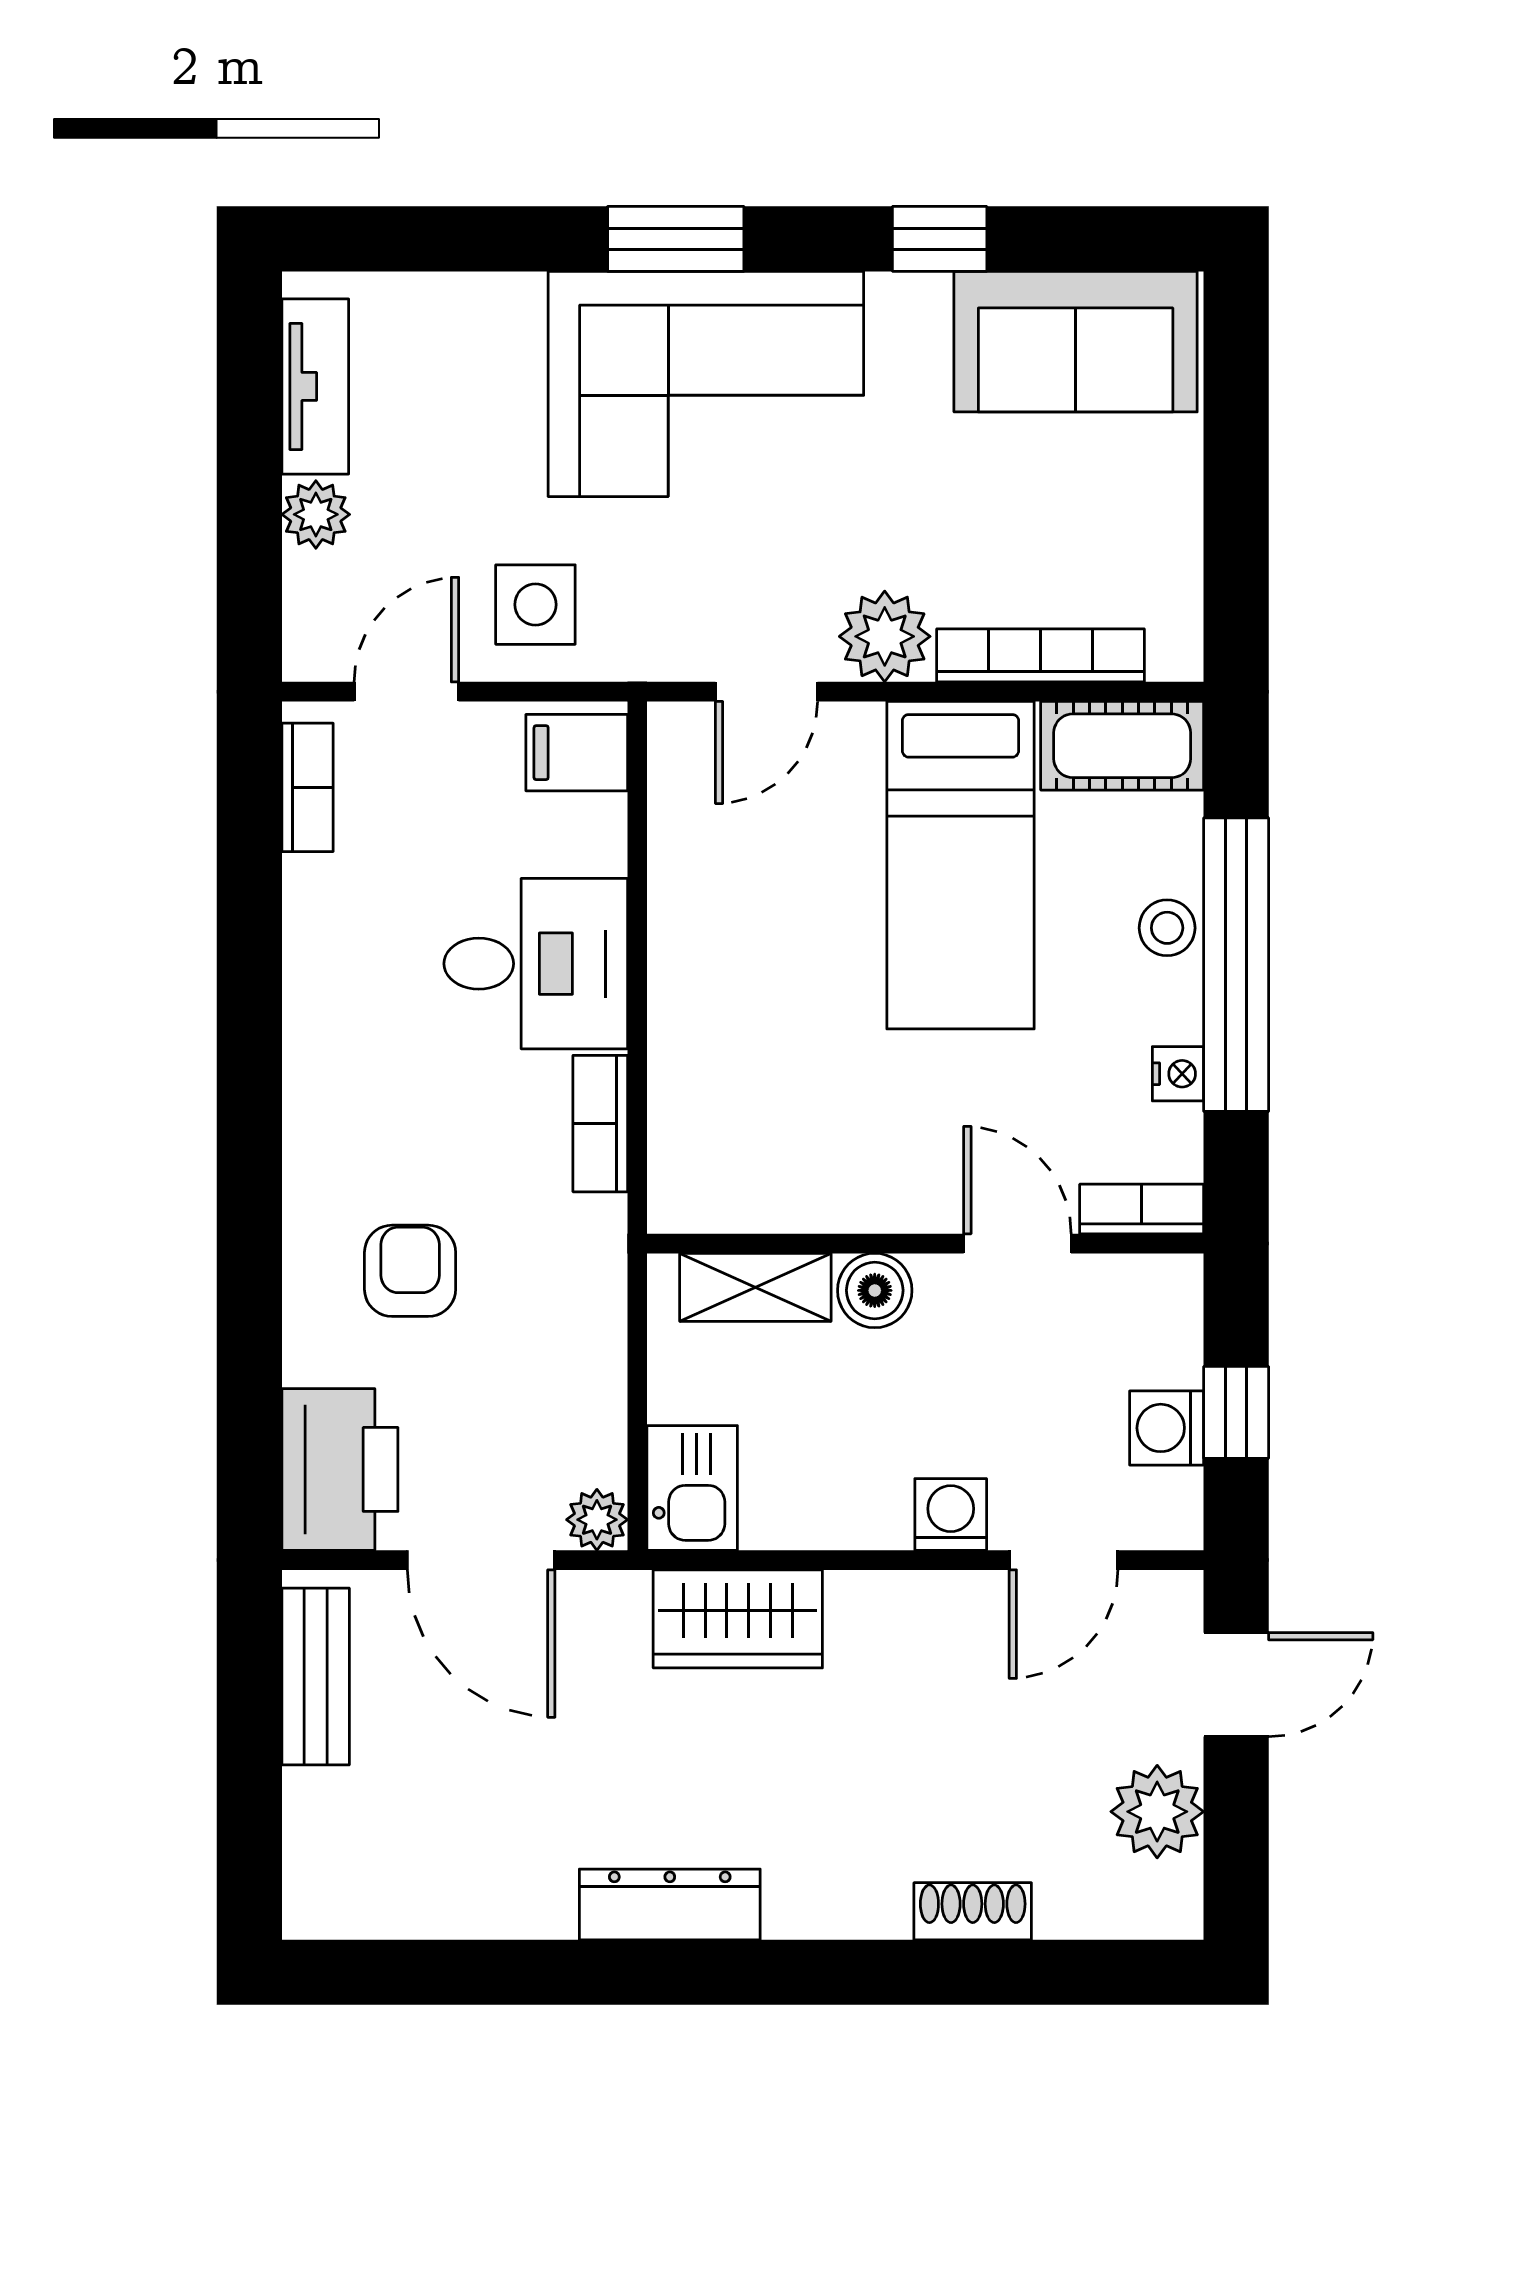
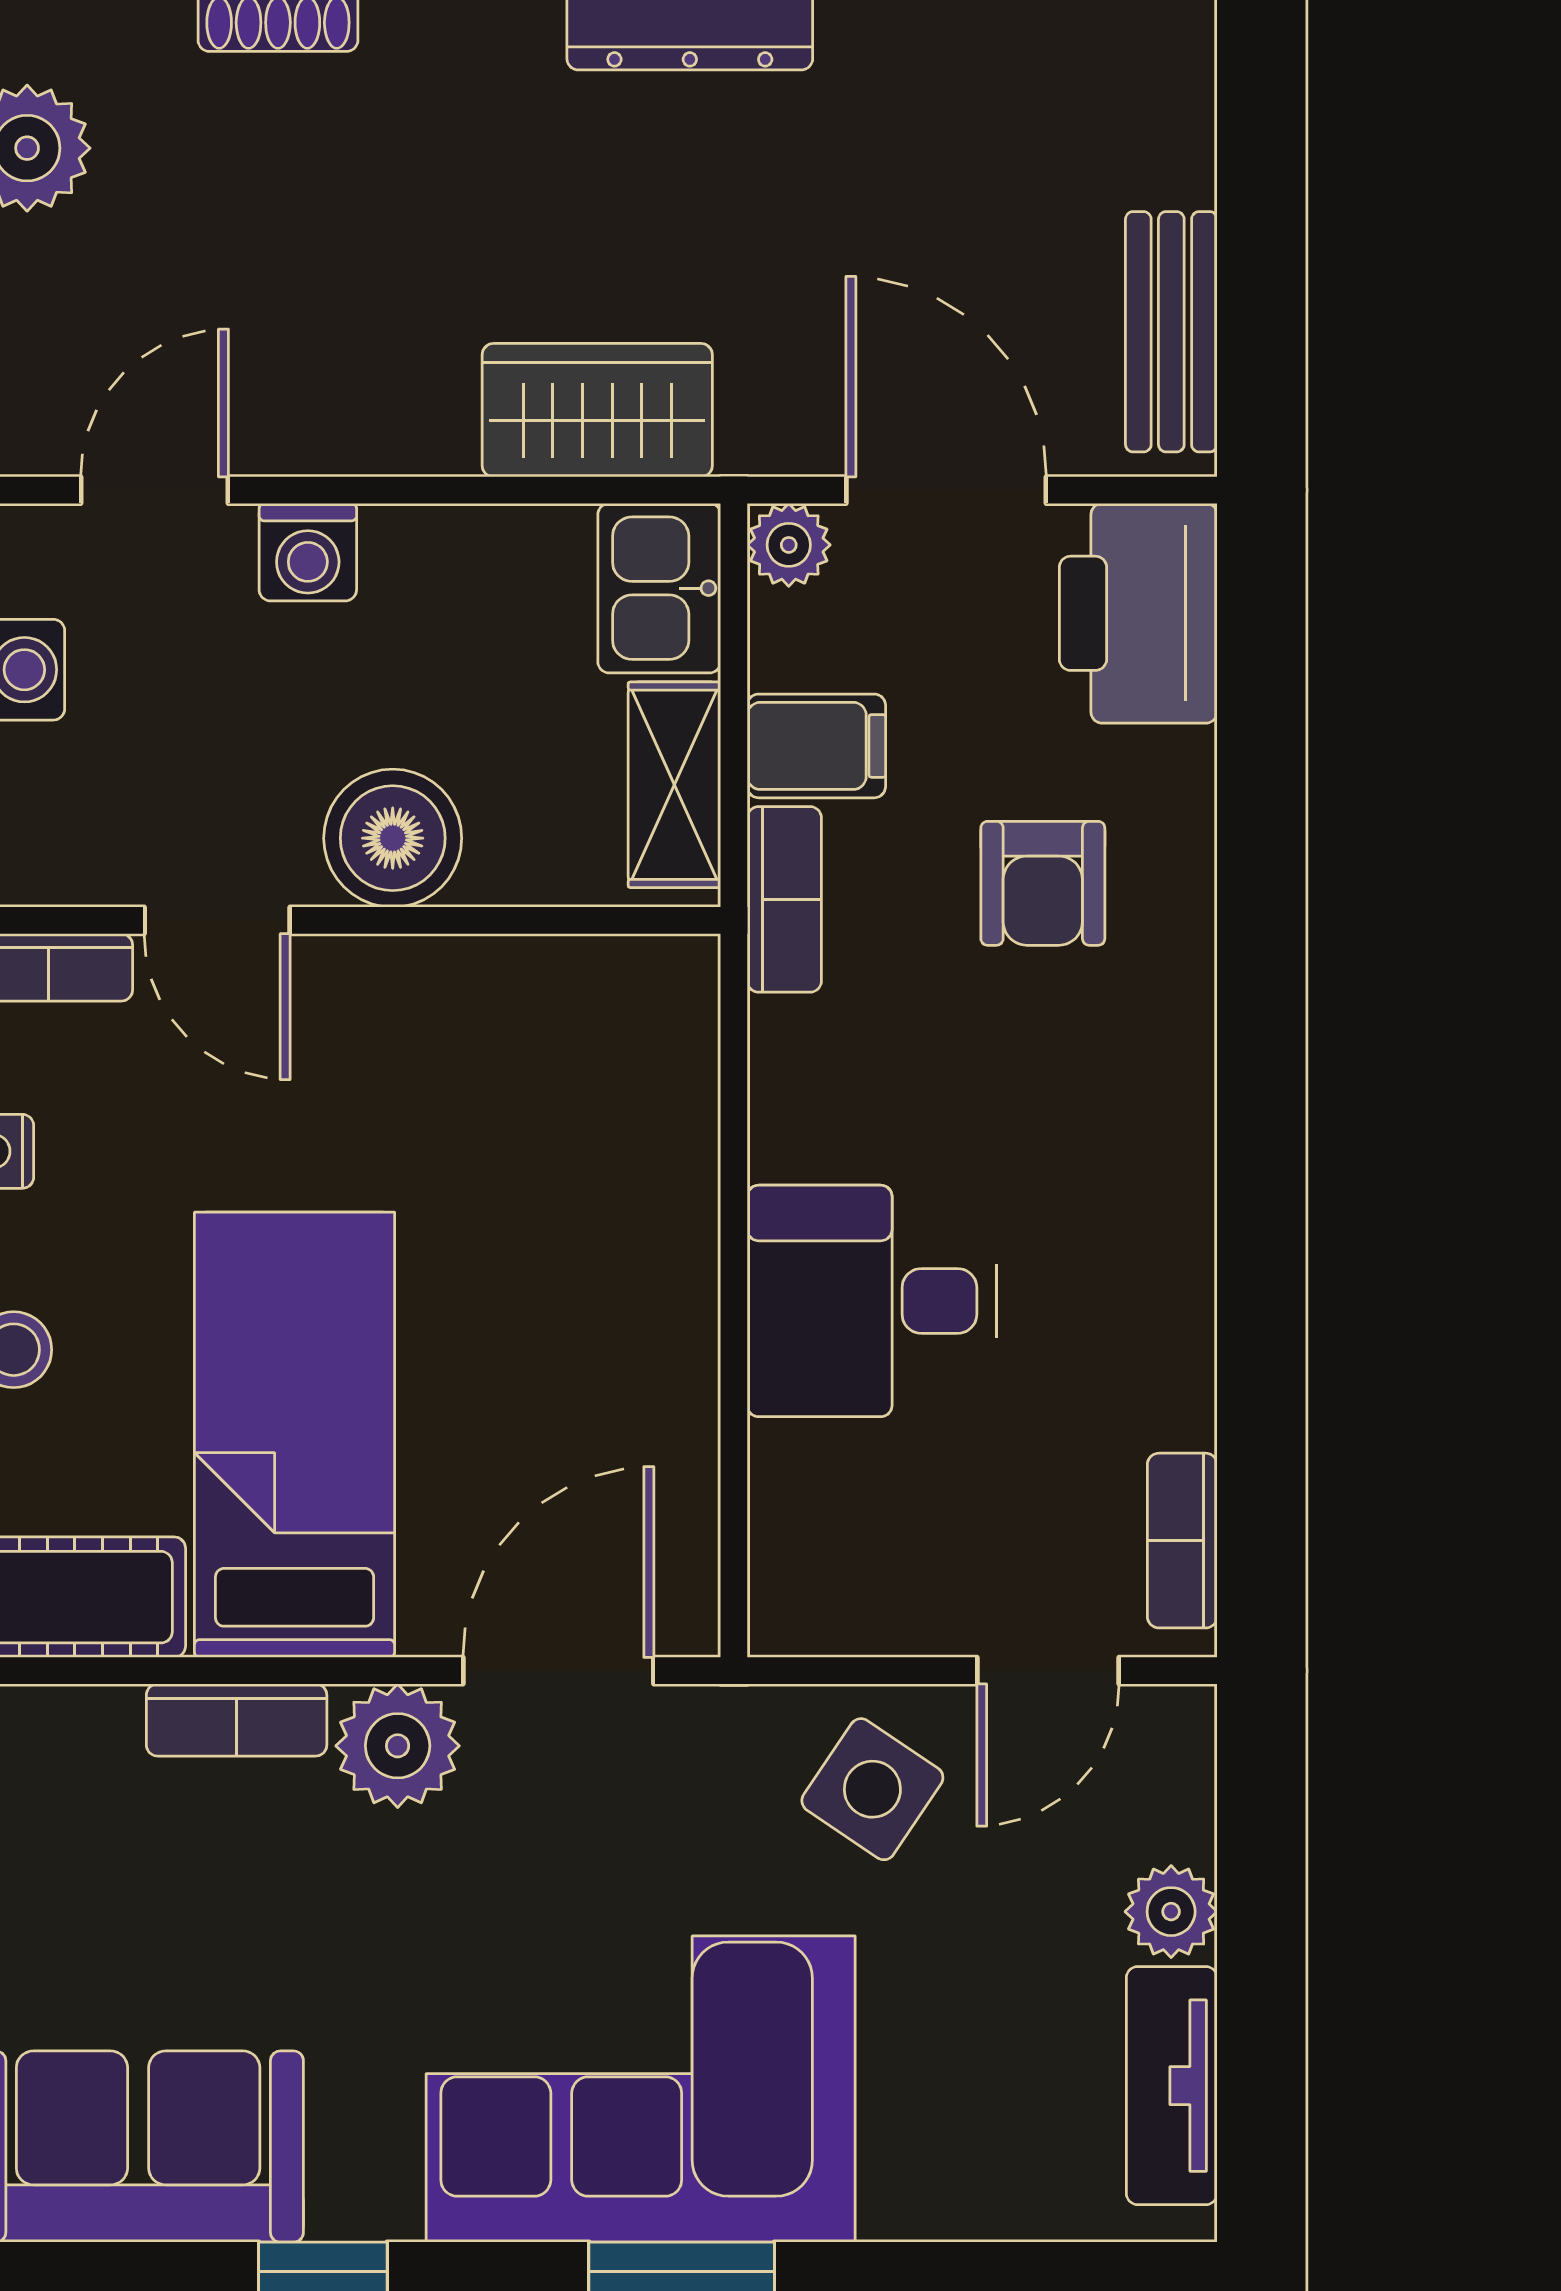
side table: (535, 605) -> (872, 1789), turned 34
bookcase: (1040, 655) -> (237, 1720), width x0.64
door: (766, 692) -> (558, 1671), width x1.38
filing cabinet: (577, 753) -> (816, 746), moved
bookcase: (600, 1124) -> (784, 899), moved
shelving: (755, 1287) -> (674, 785), moved, turned 90
boiler: (875, 1290) -> (393, 838), width x1.36, depth x1.36

